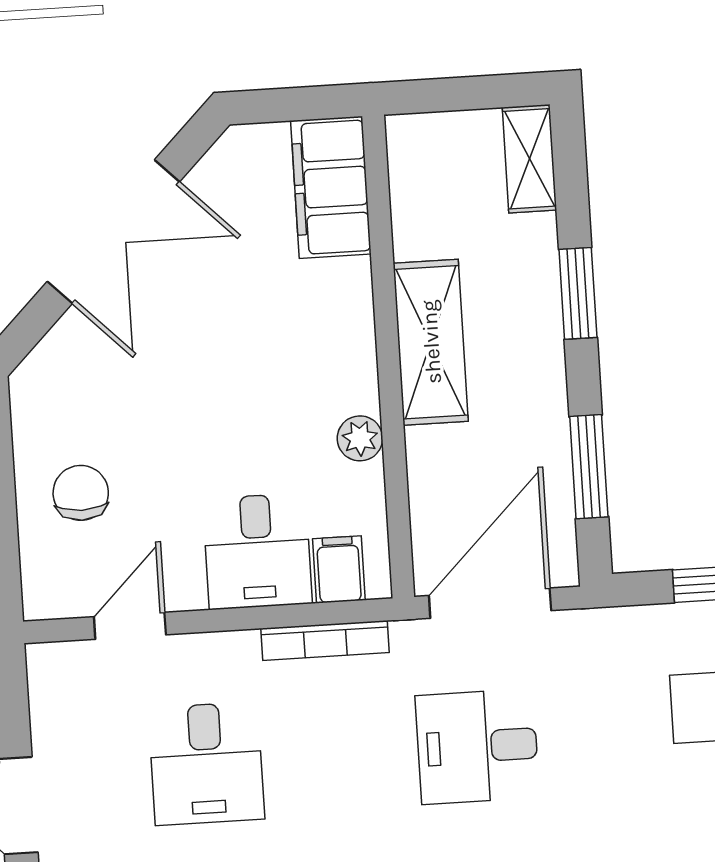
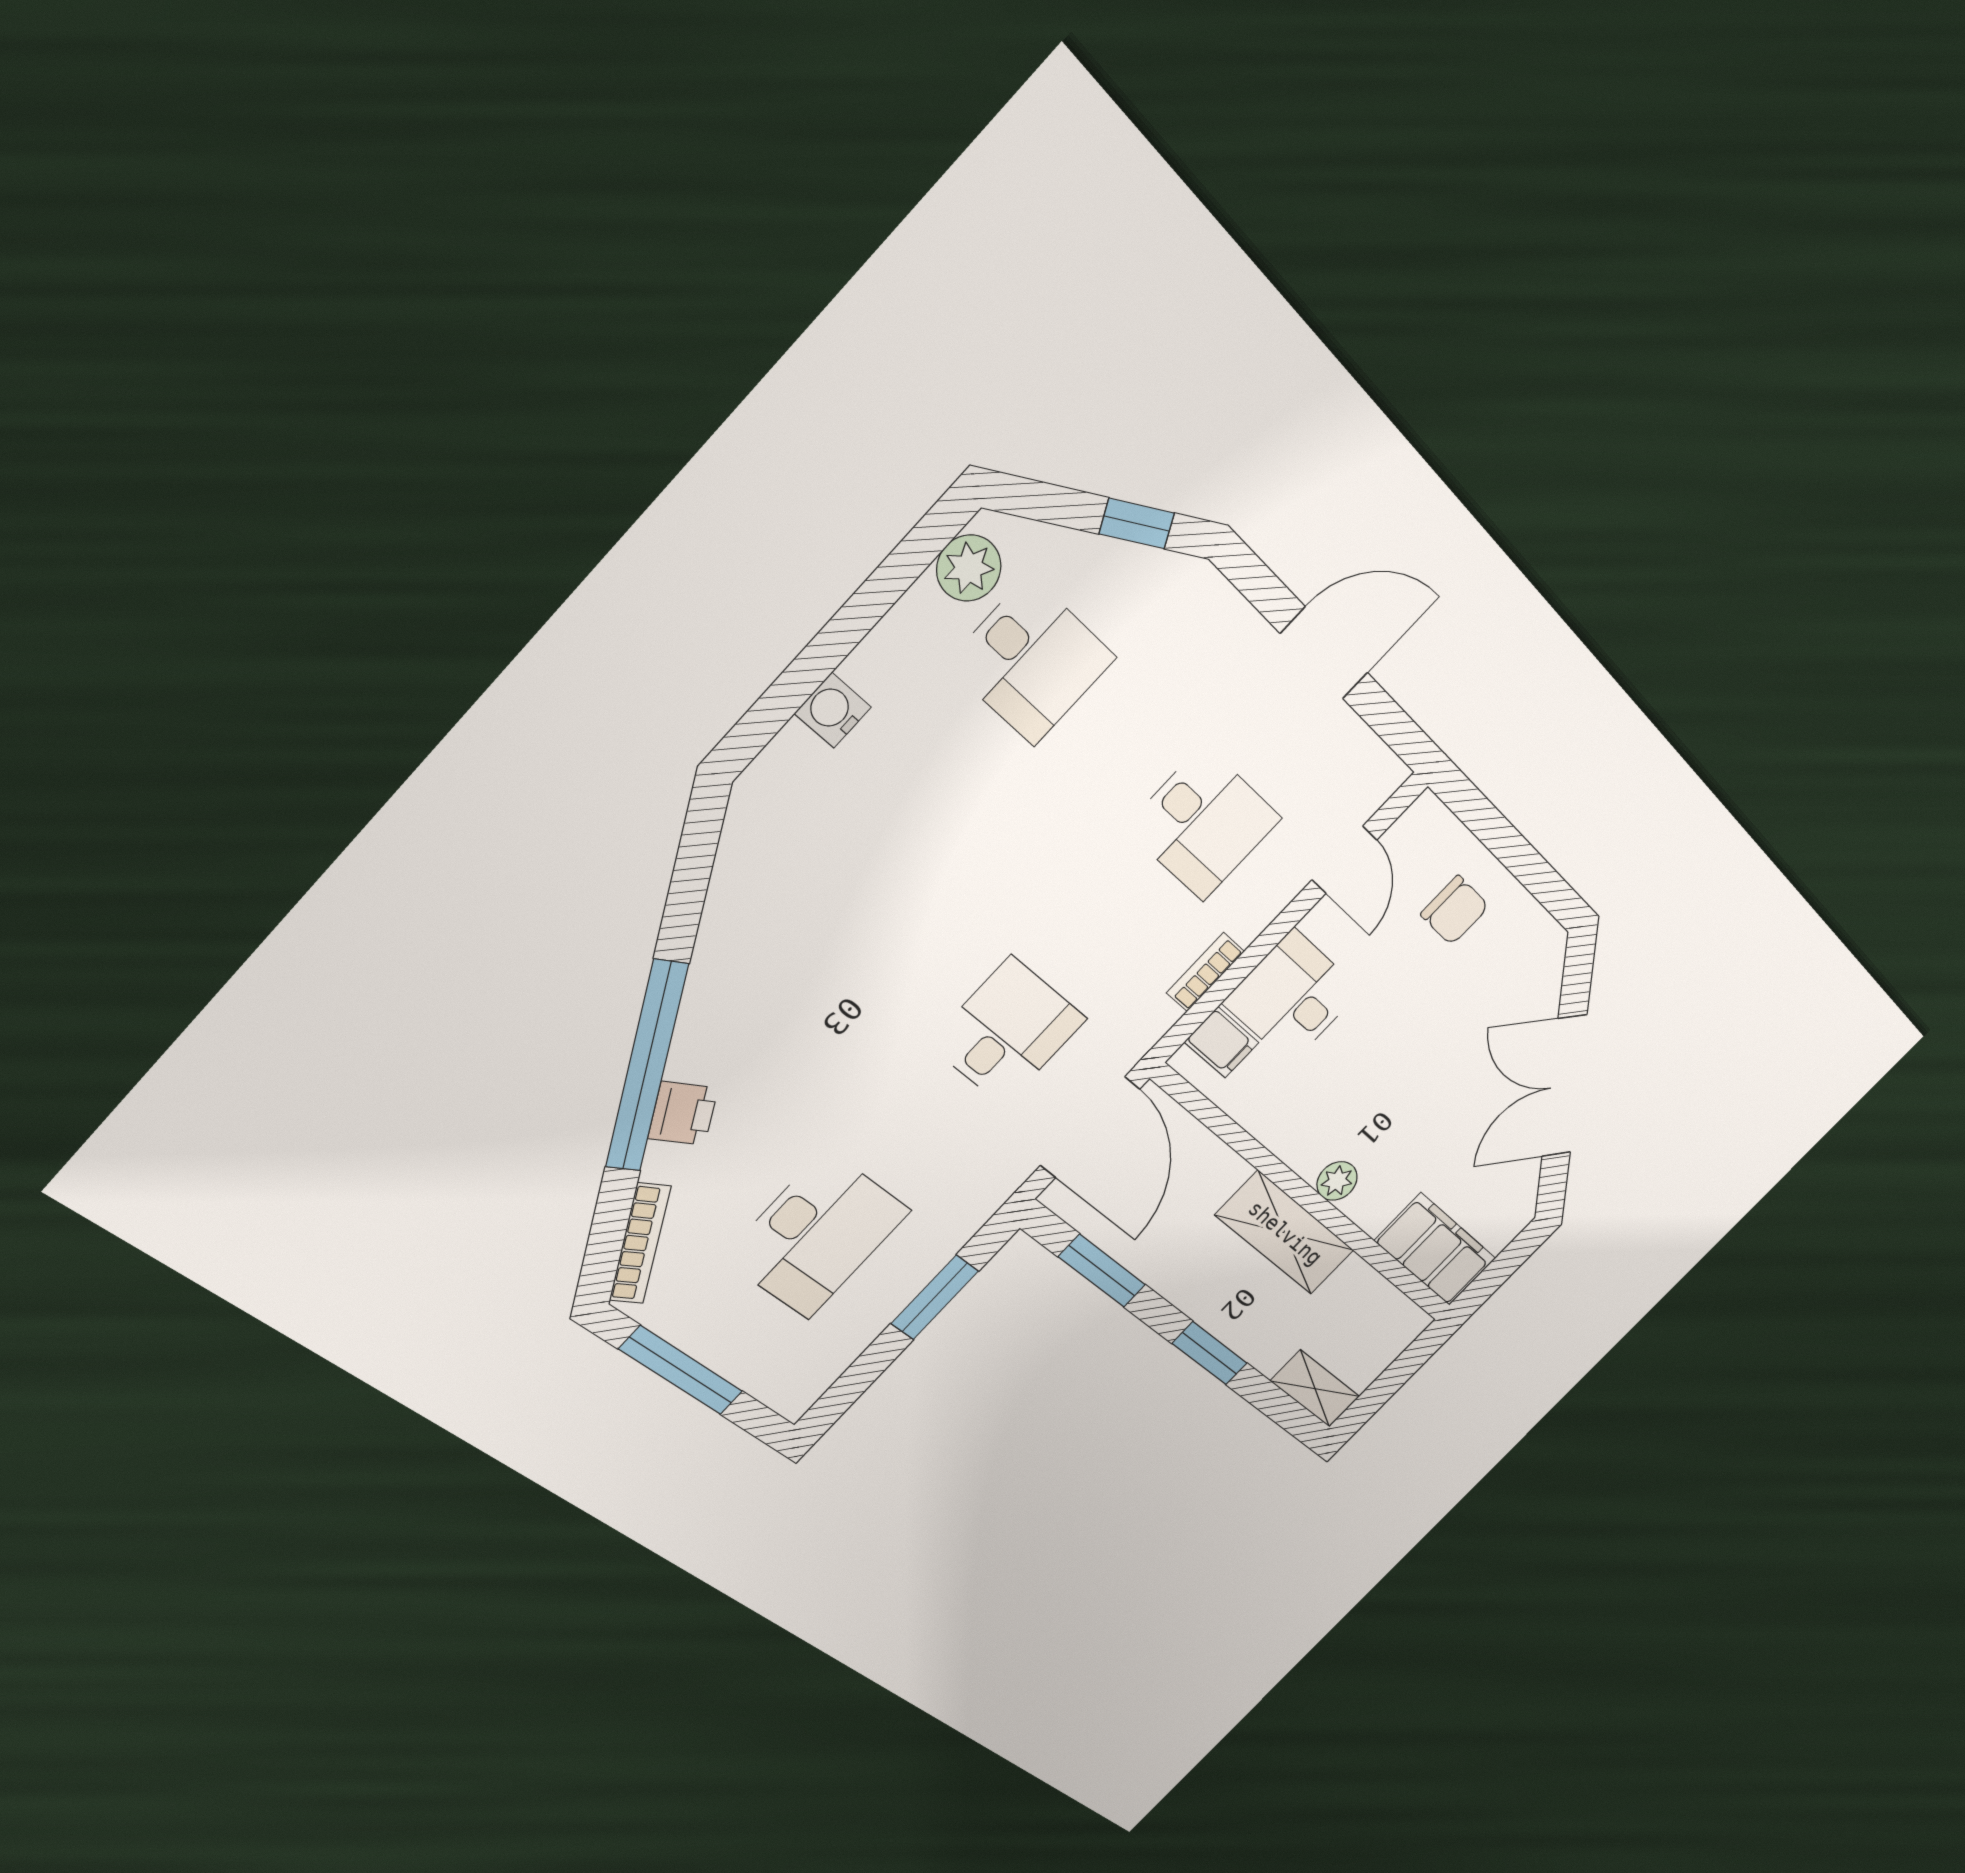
plant: (360, 438) -> (1337, 1181), moved
bookcase: (325, 640) -> (1205, 972), width x0.64
desk: (206, 764) -> (1203, 823), turned 180

